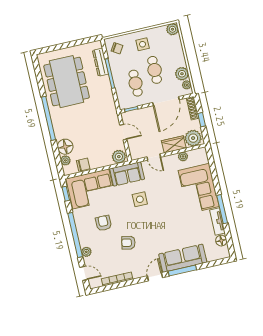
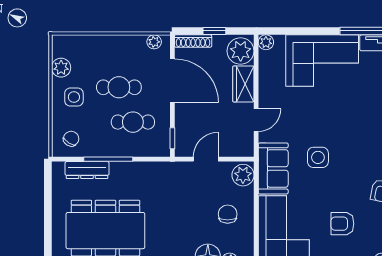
plant: (172, 29) -> (61, 68), moved
plant: (182, 74) -> (135, 45), removed
plant: (183, 156) -> (266, 42), moved
chair: (83, 165) -> (228, 214), moved

